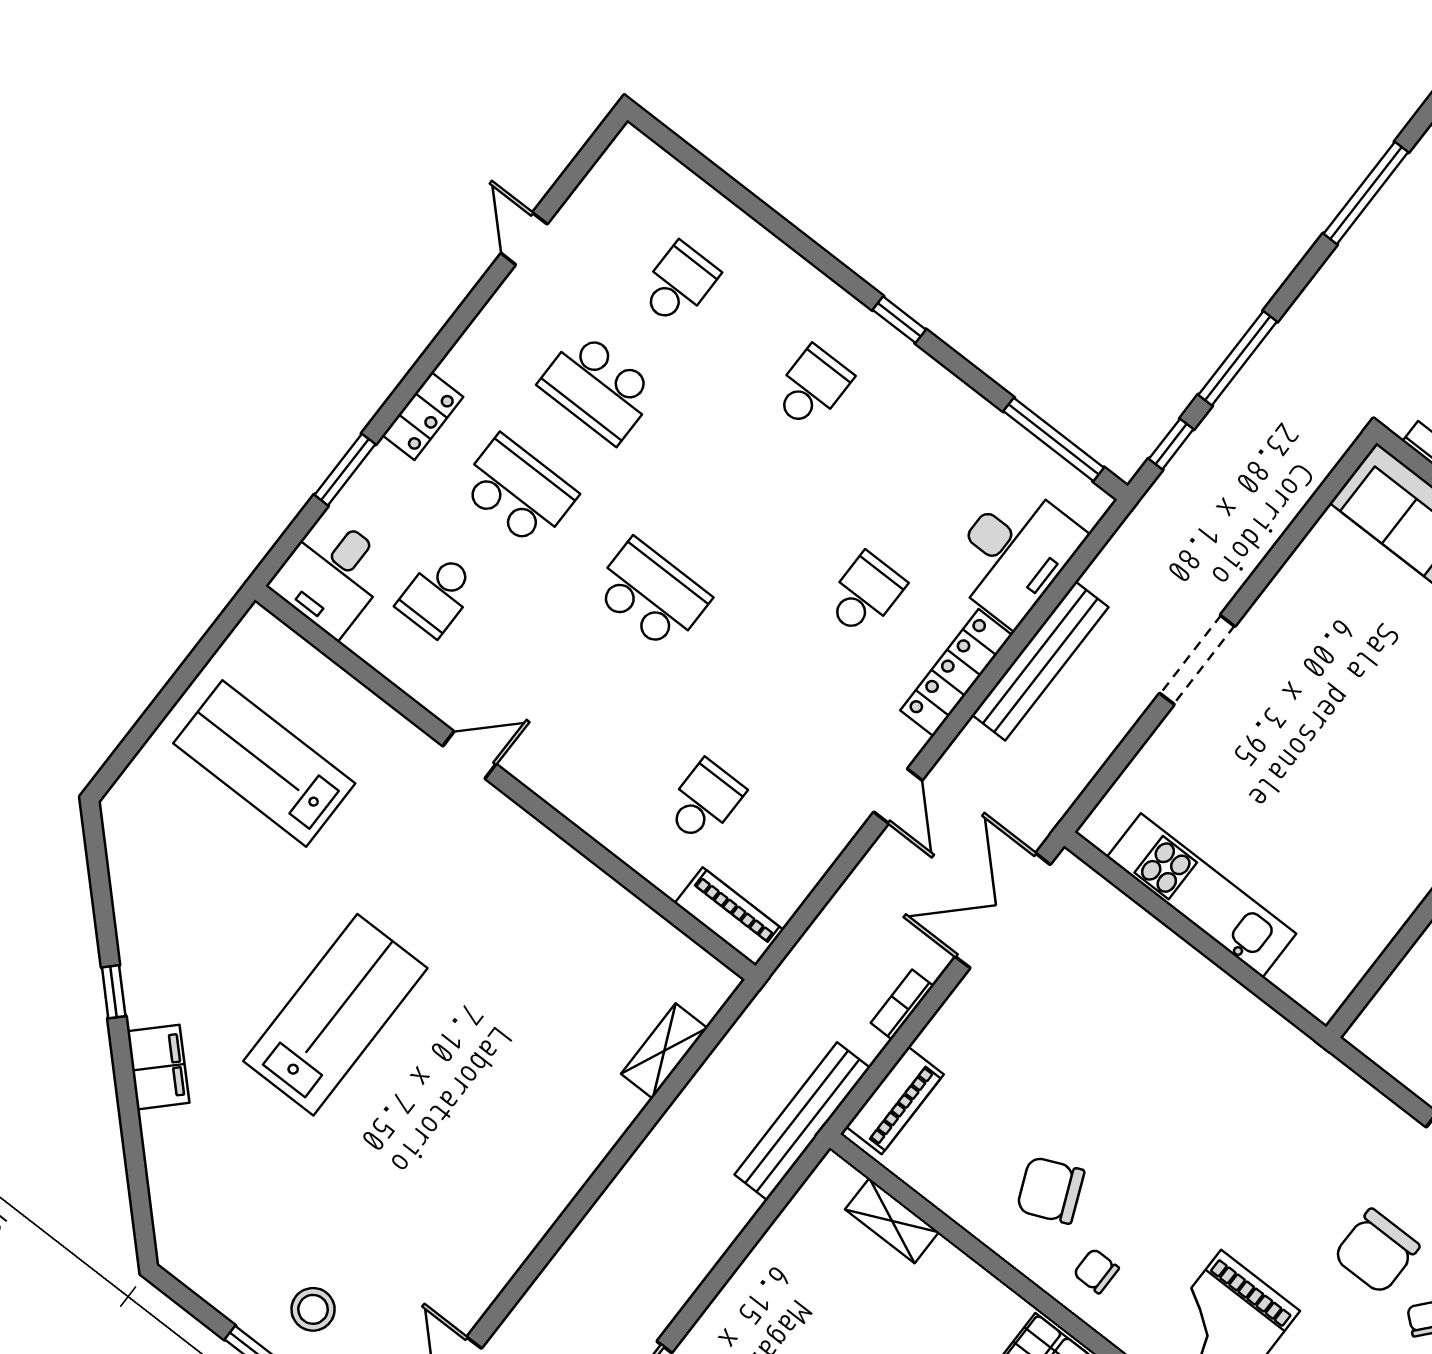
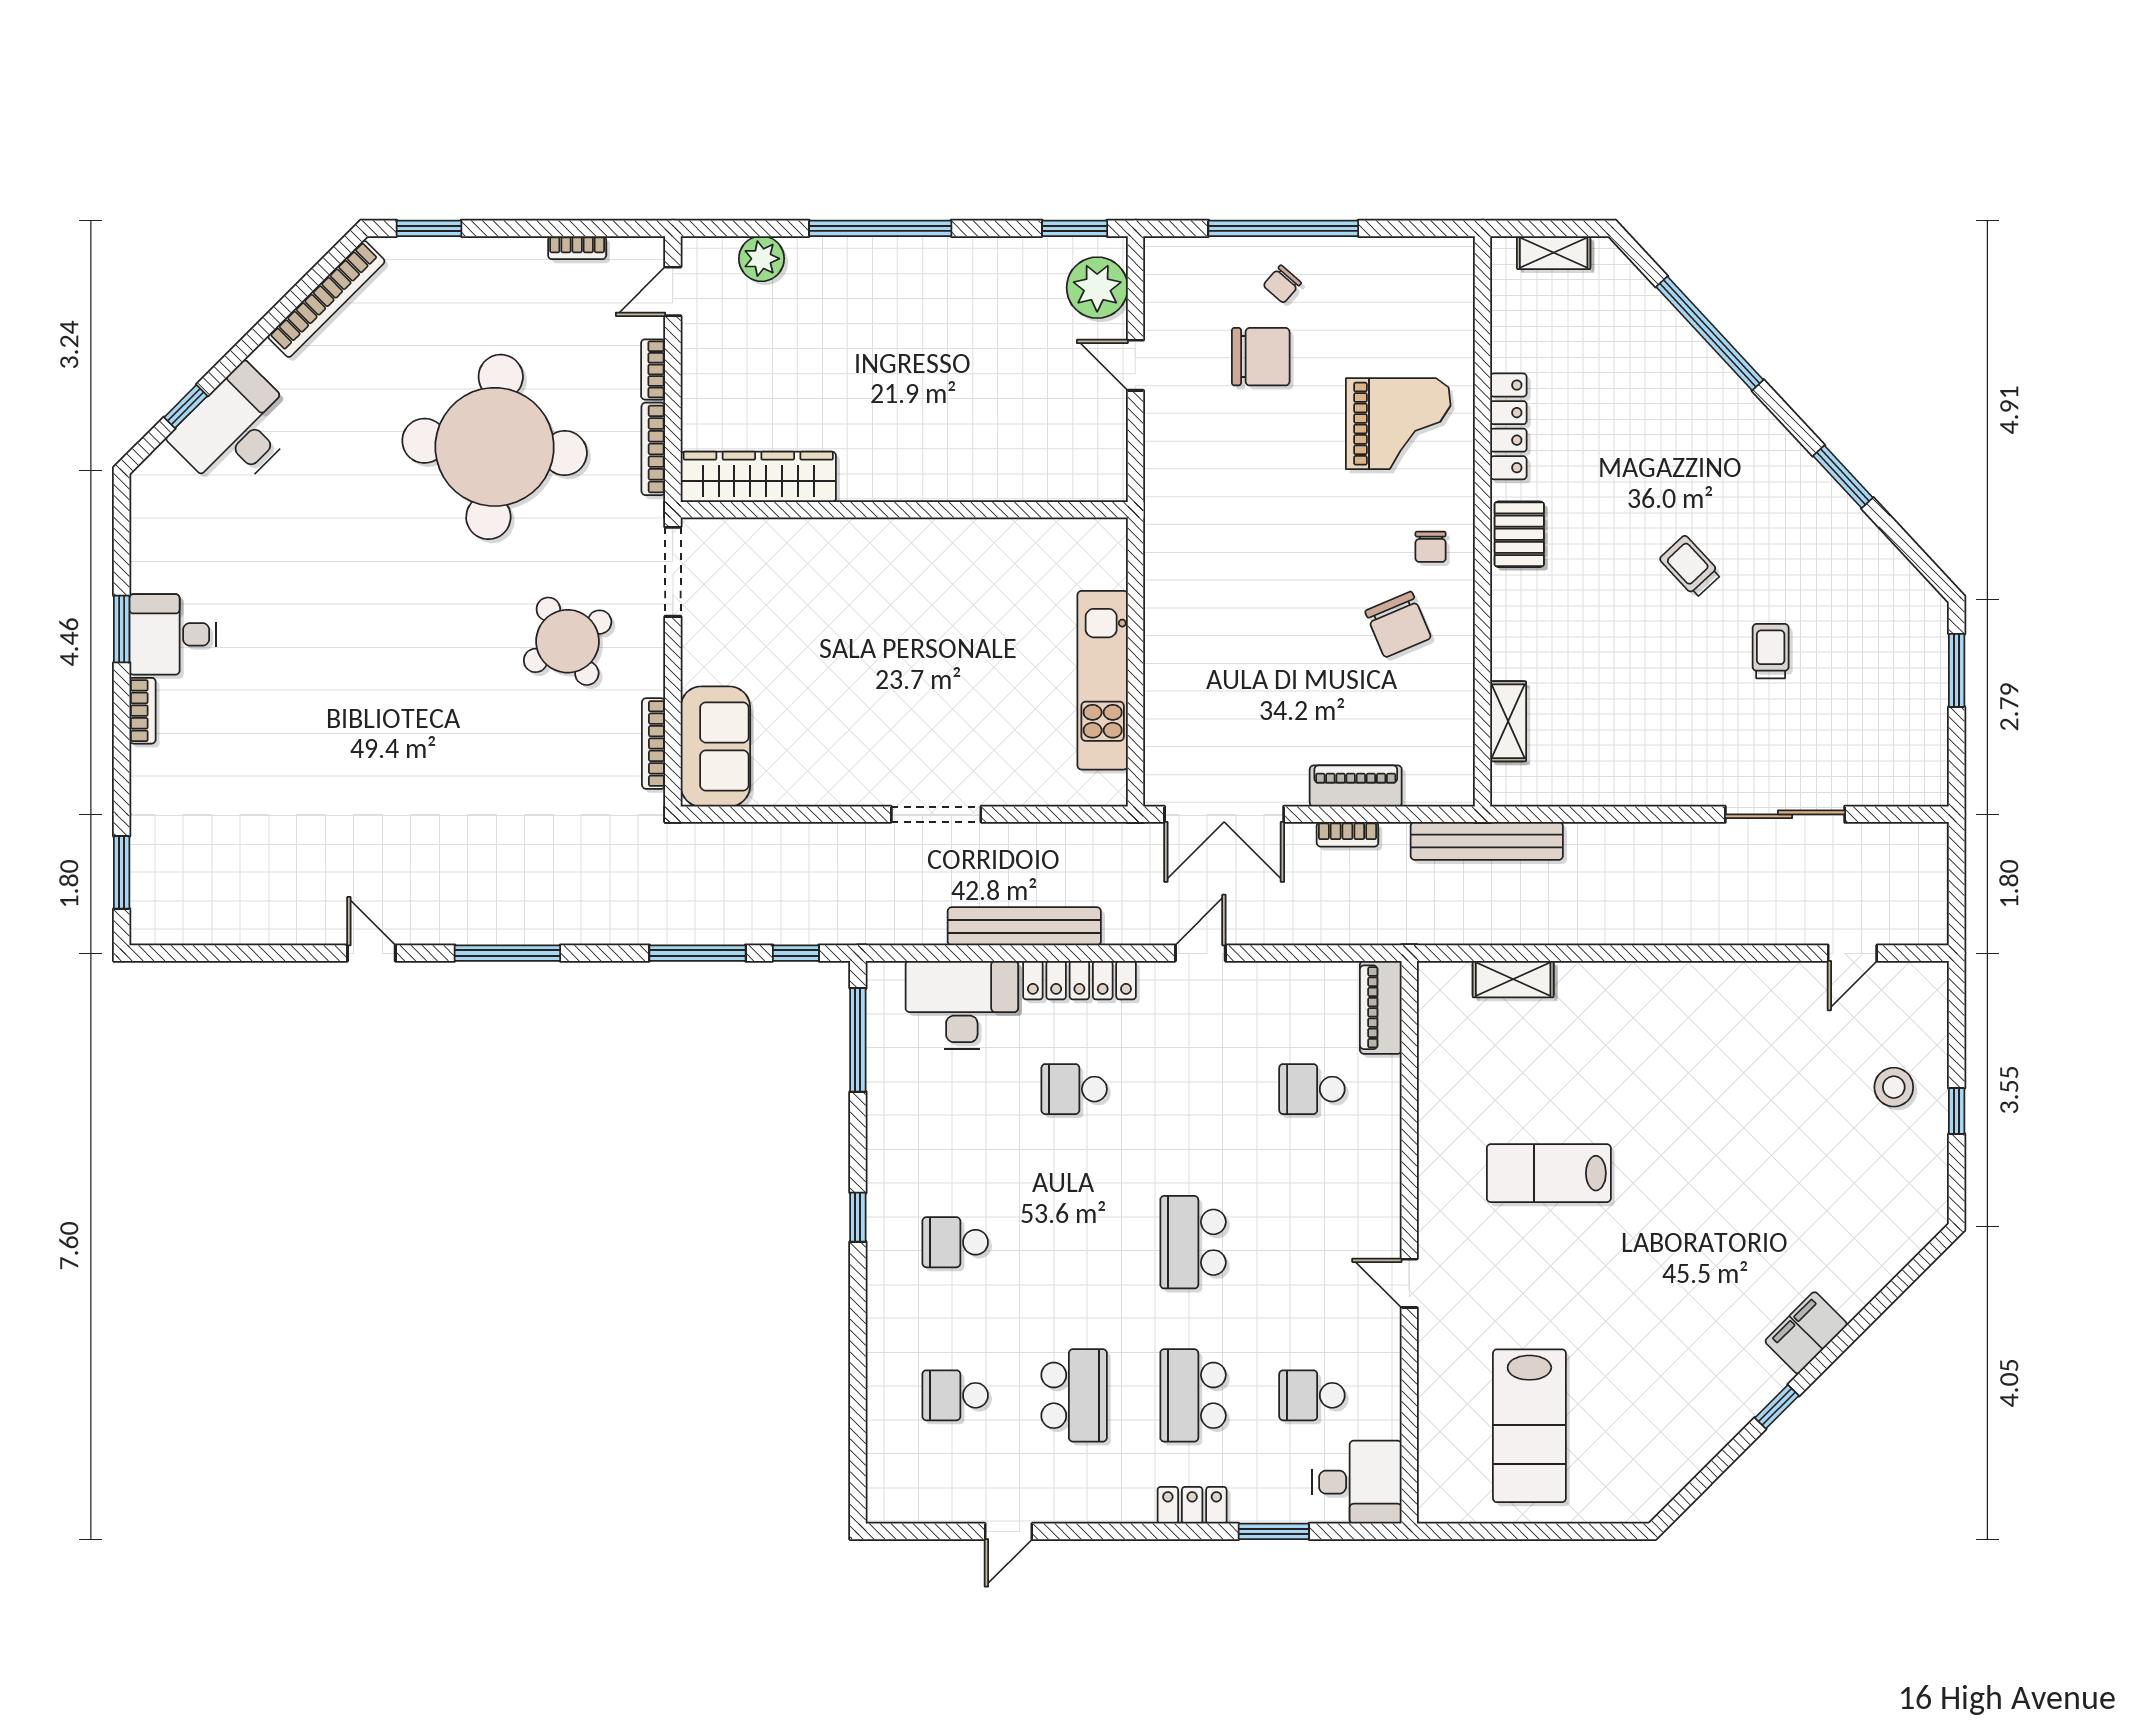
school desk: (438, 595) -> (1312, 1395), turned 180
lab bench: (335, 1015) -> (1549, 1173), moved, width x0.73, depth x0.72
piano: (895, 1101) -> (1356, 786), moved

